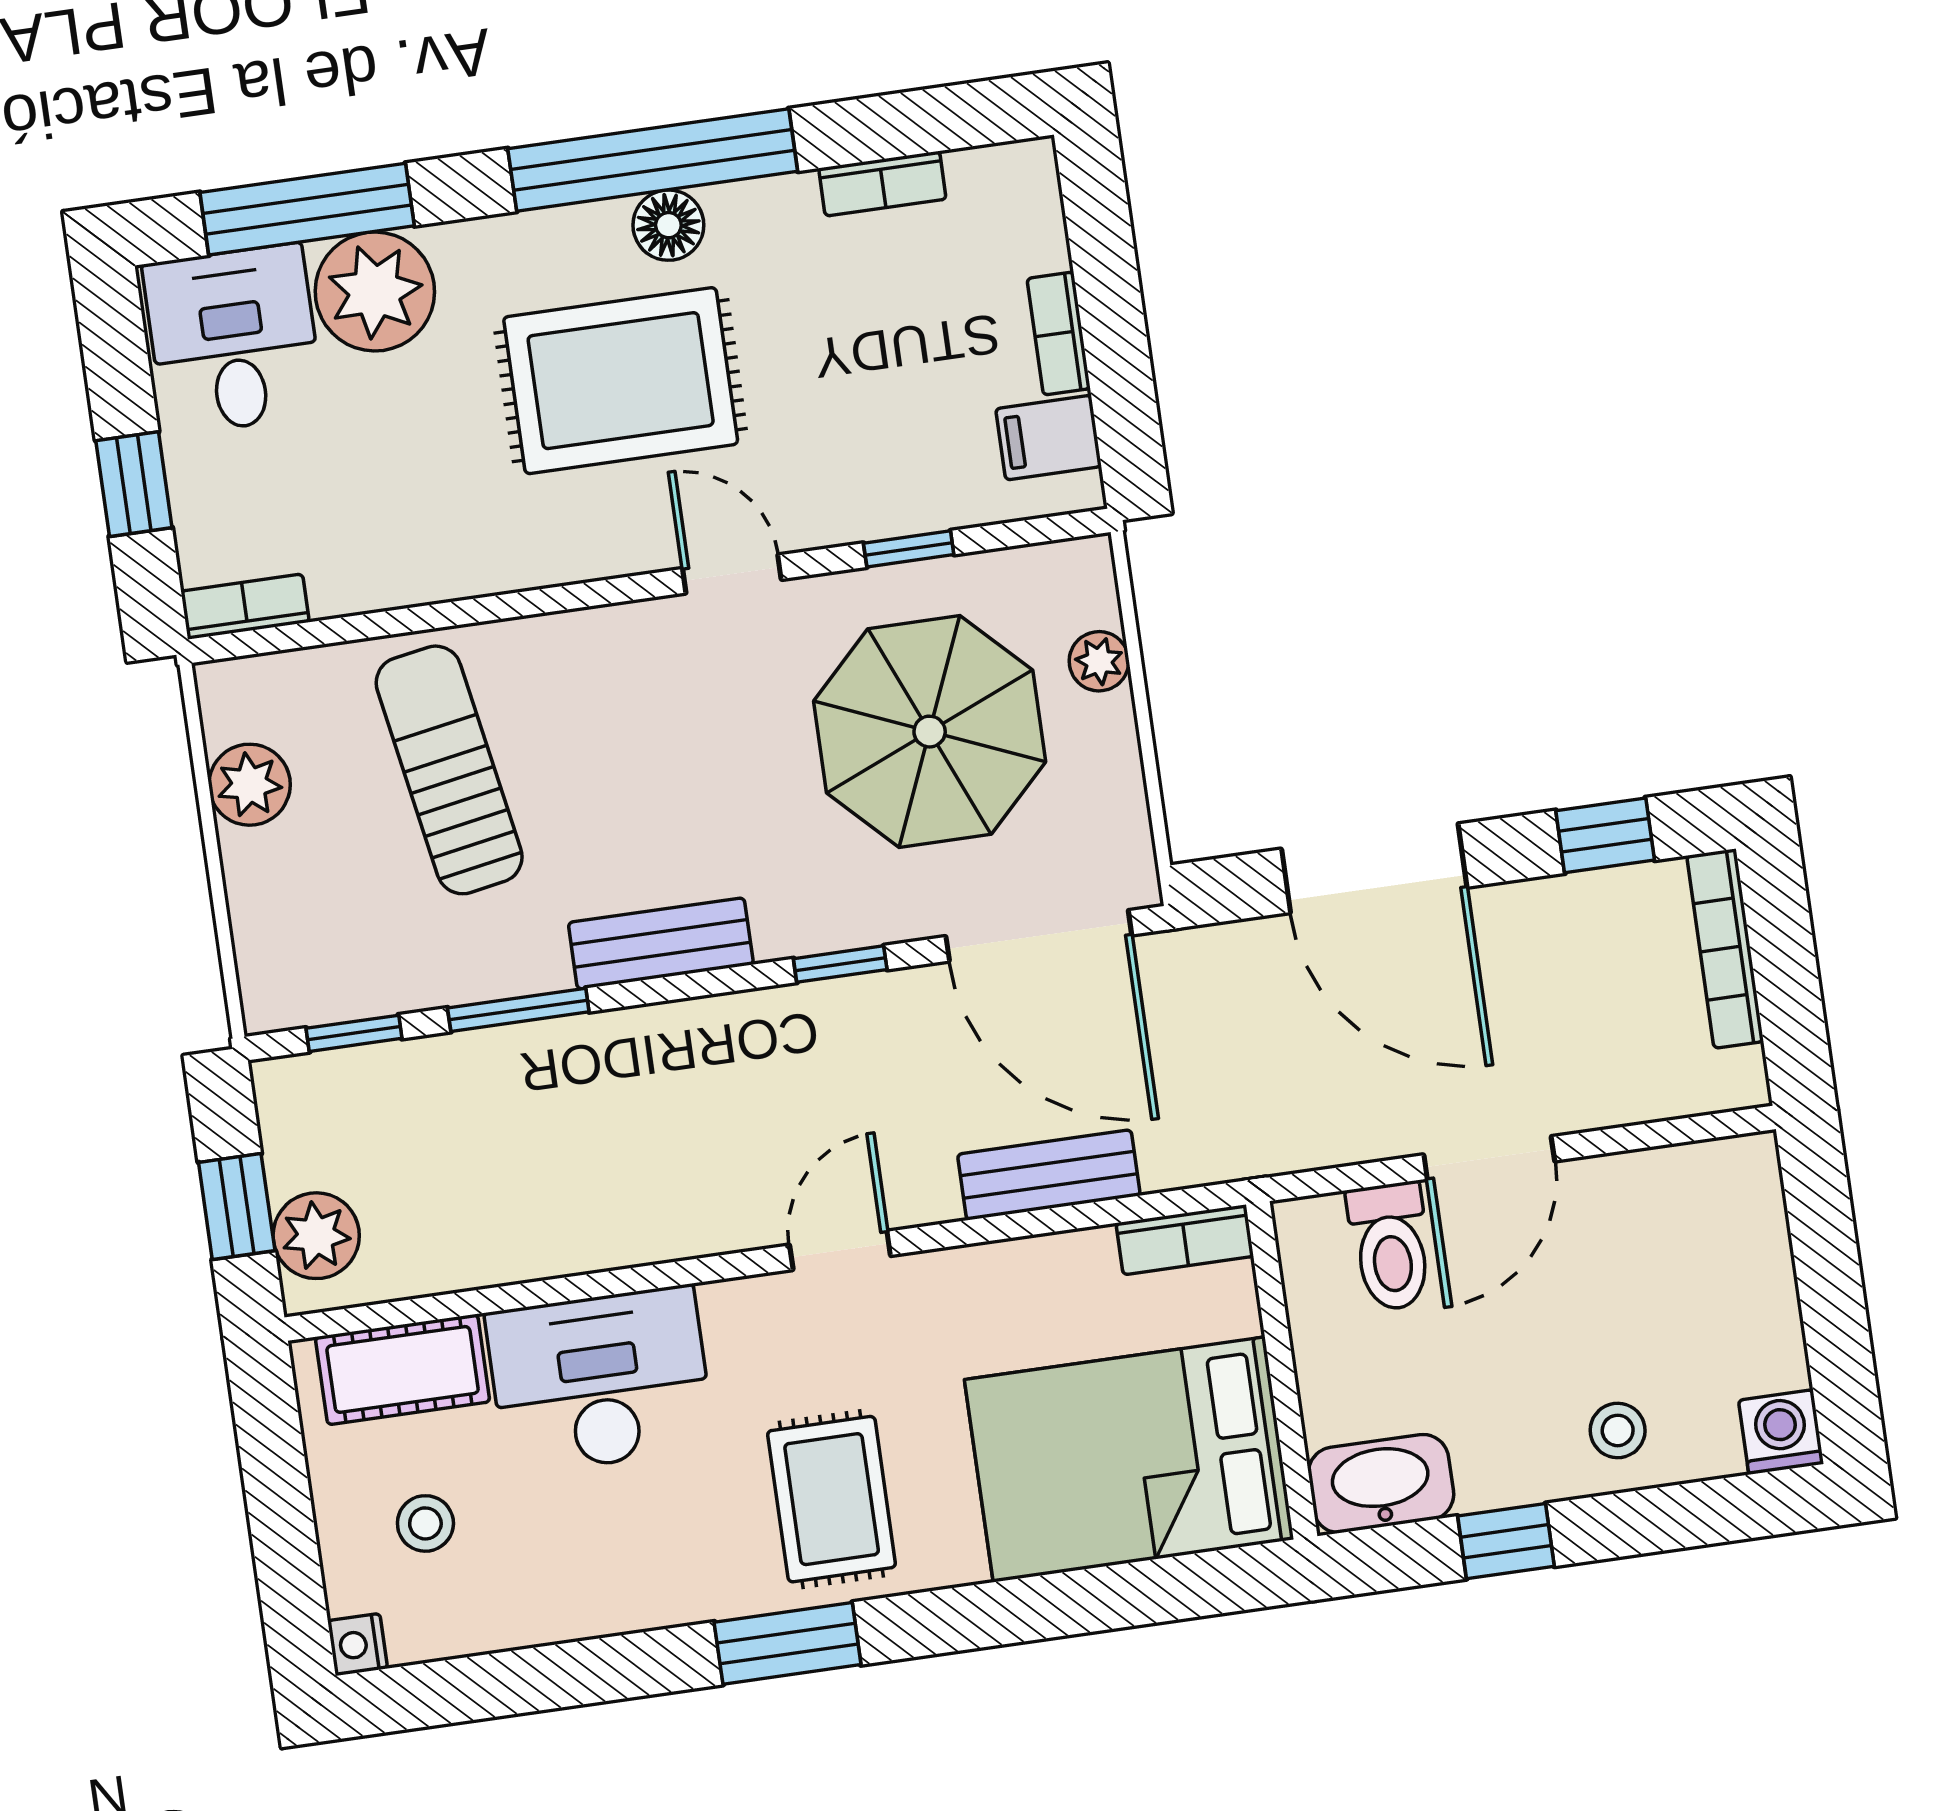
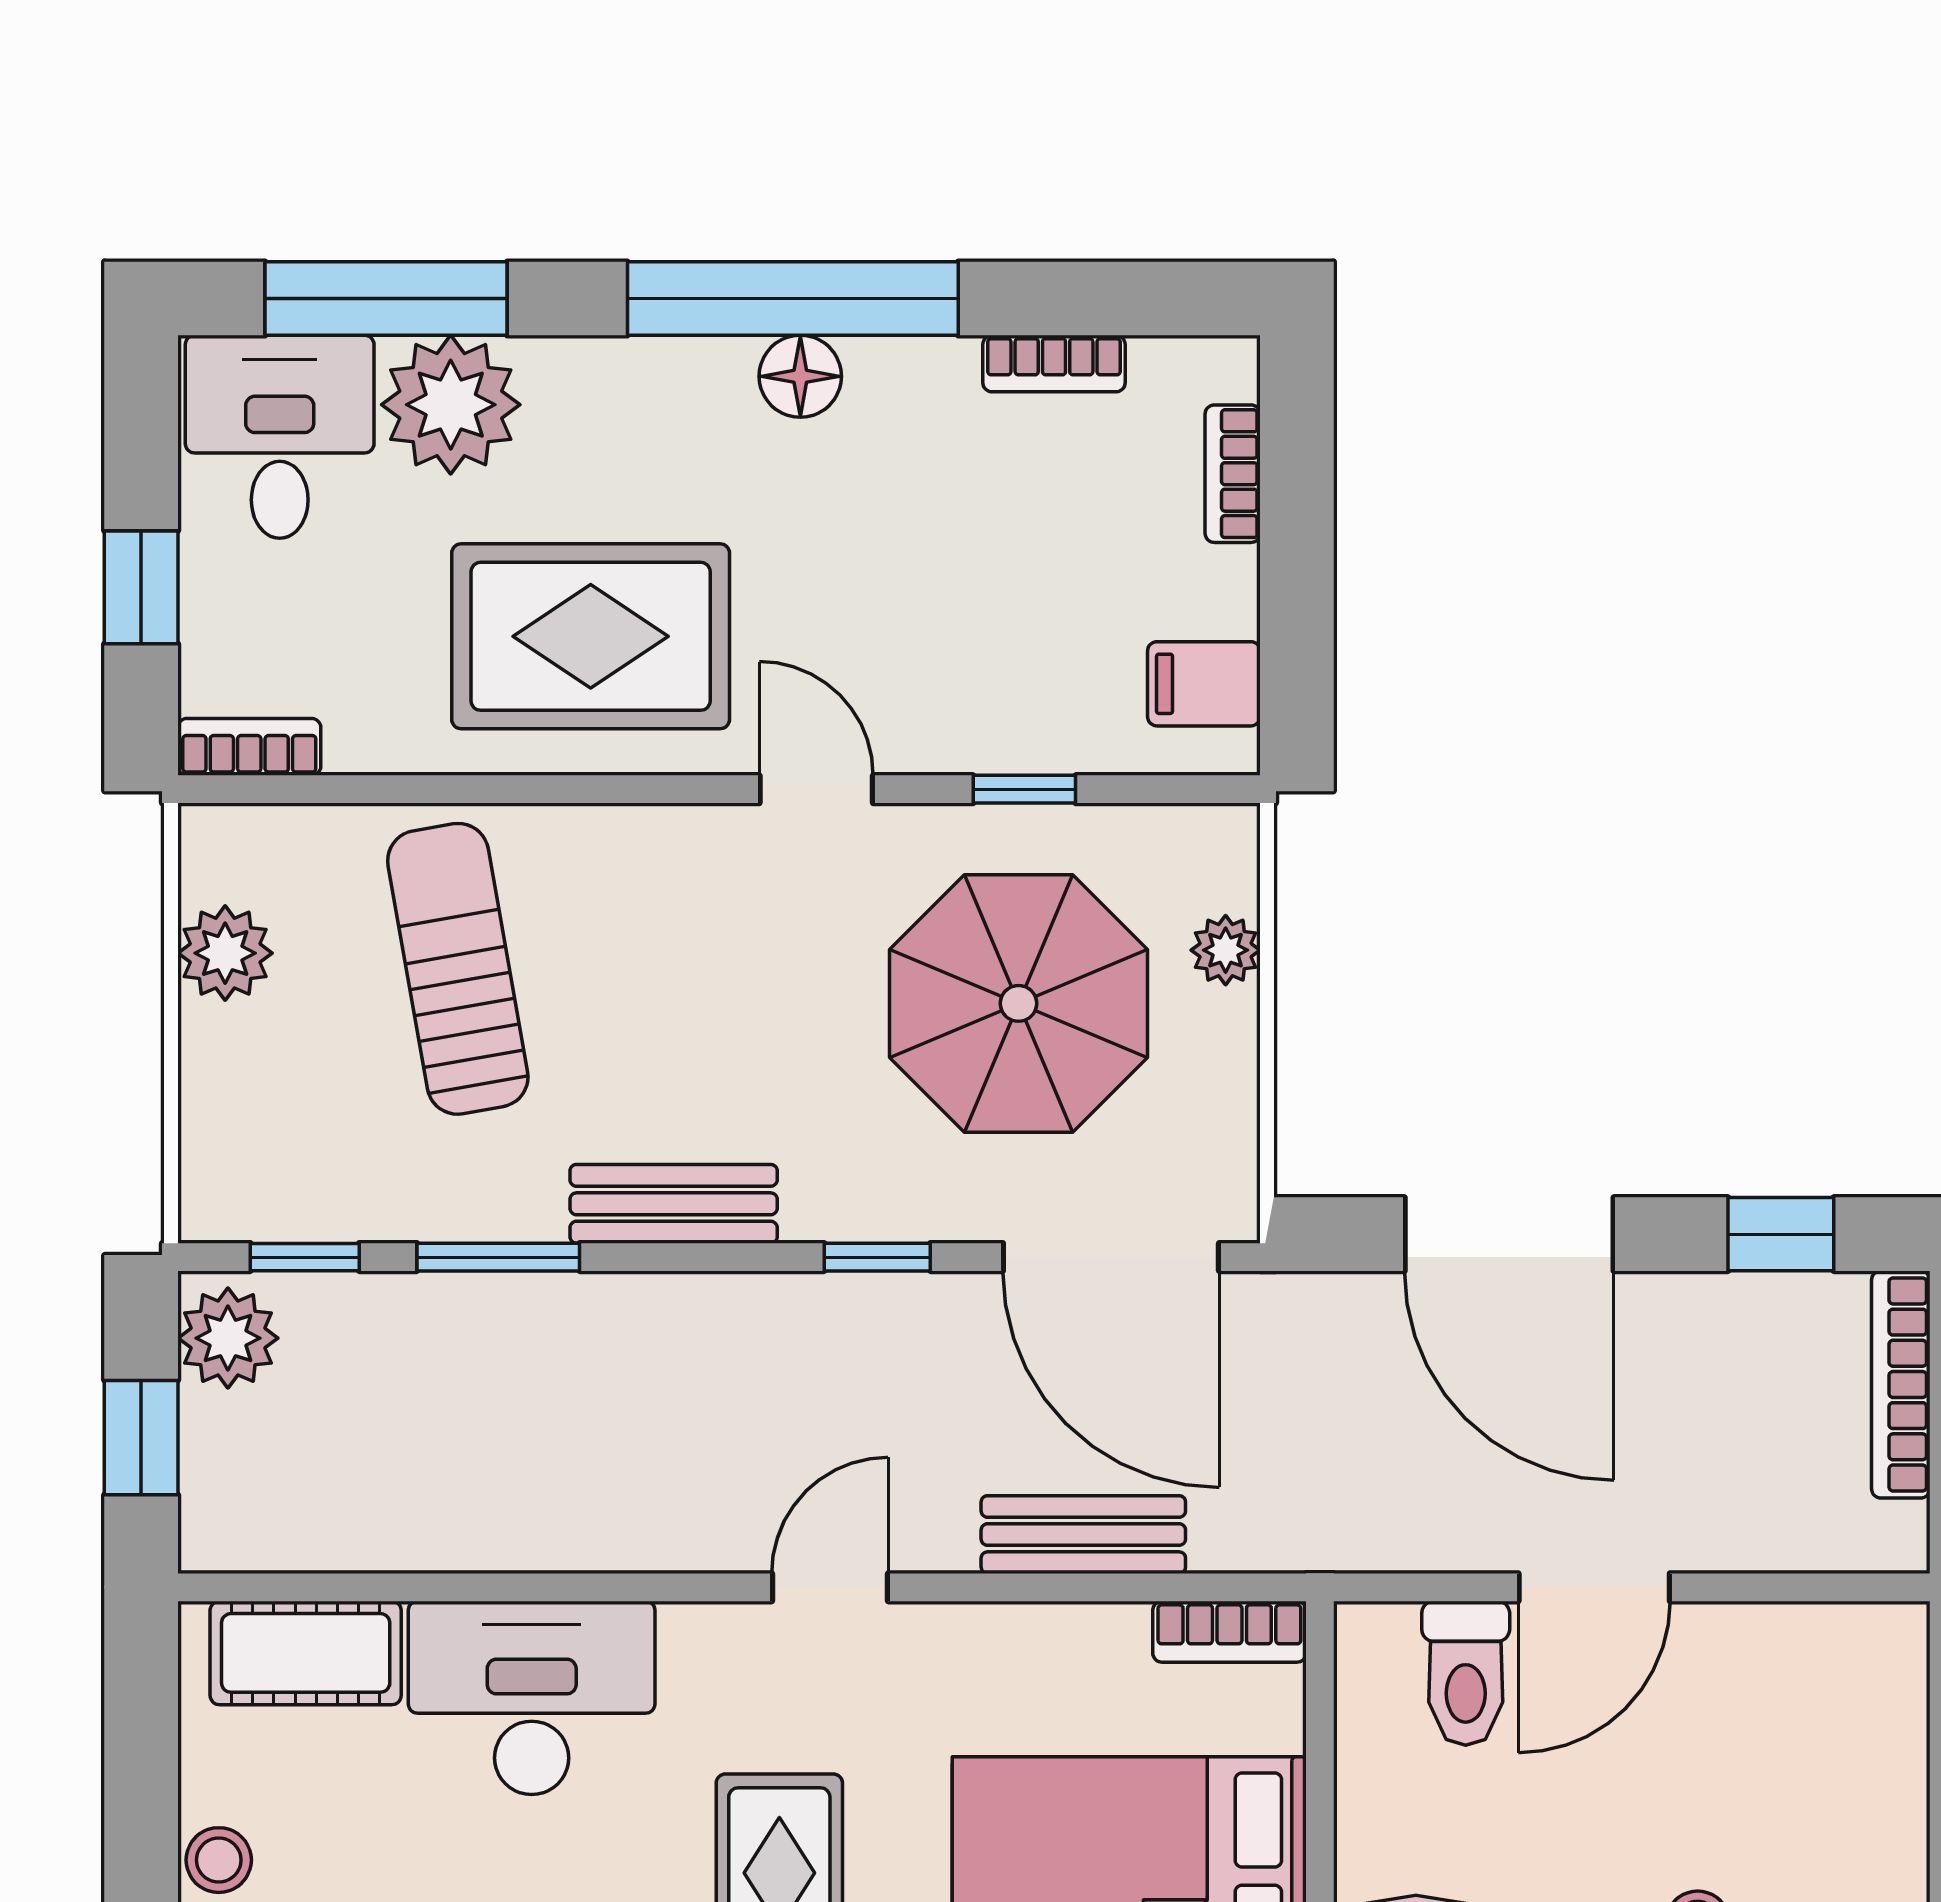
bookcase: (1059, 334) -> (1233, 474), moved
rug: (621, 381) -> (591, 636), moved
plant: (316, 1236) -> (228, 1338), moved
stool: (425, 1523) -> (219, 1860), moved

